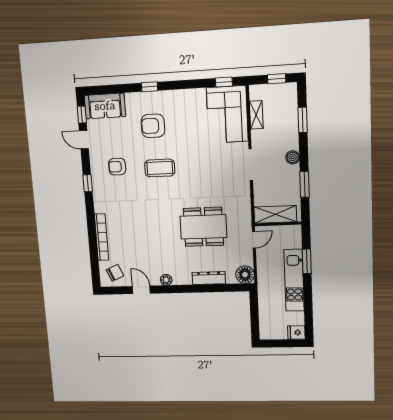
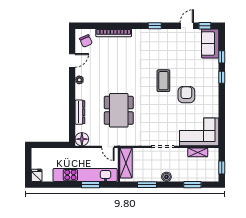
window: (224, 82) -> (222, 57), moved
armchair: (153, 126) -> (186, 95), moved
armchair: (117, 167) -> (166, 49), removed
kitchen unit: (294, 280) -> (85, 175), width x1.36

